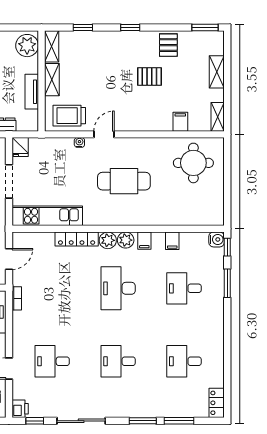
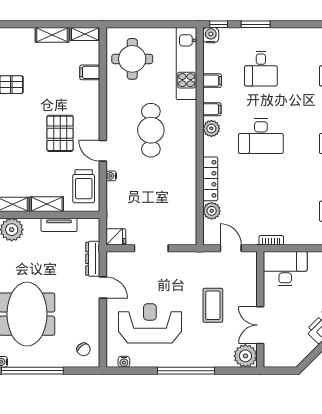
shelving: (217, 72) -> (52, 35), moved
pallet: (149, 76) -> (60, 133), moved, width x1.50, depth x1.42
kitchen unit: (47, 216) -> (186, 64), moved
plant: (108, 240) -> (212, 211), moved

